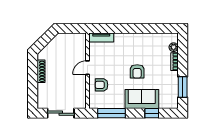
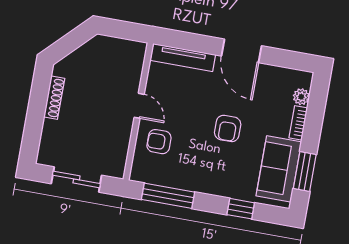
door: (137, 28) -> (242, 51), added
tv unit: (101, 37) -> (183, 57), width x1.41
door: (87, 68) -> (139, 106), swing flipped
sofa: (142, 99) -> (279, 169), moved, turned -90

